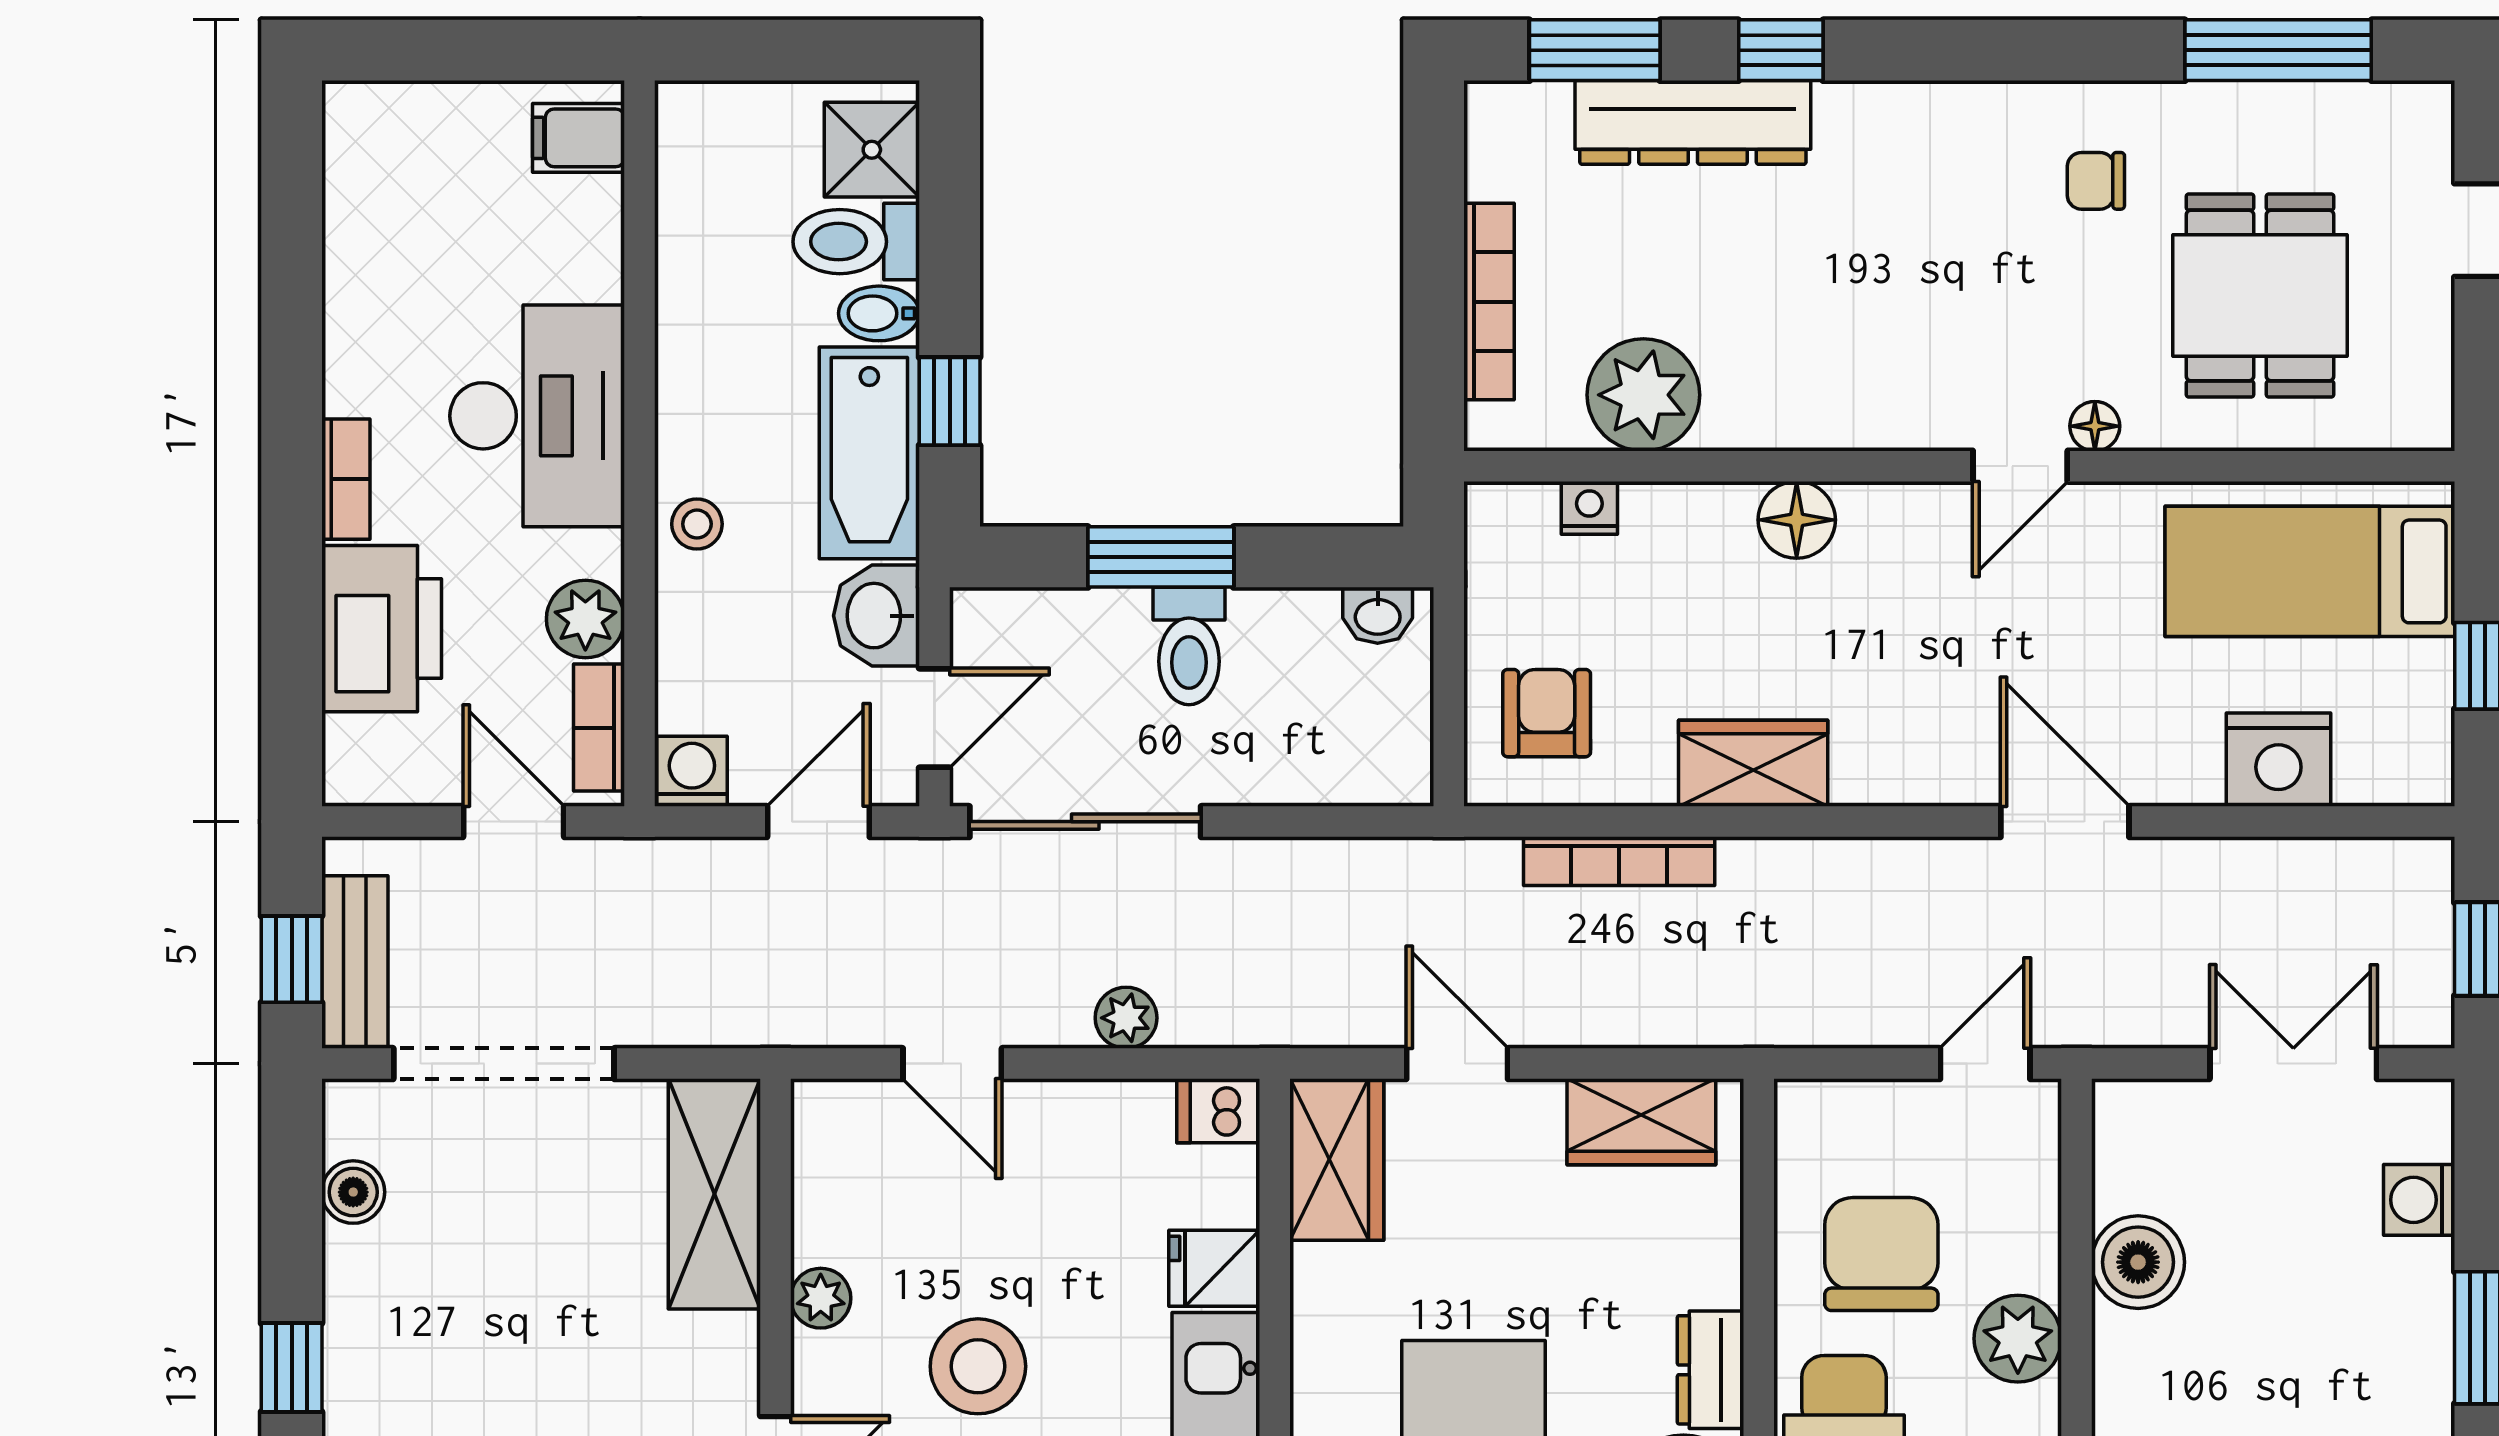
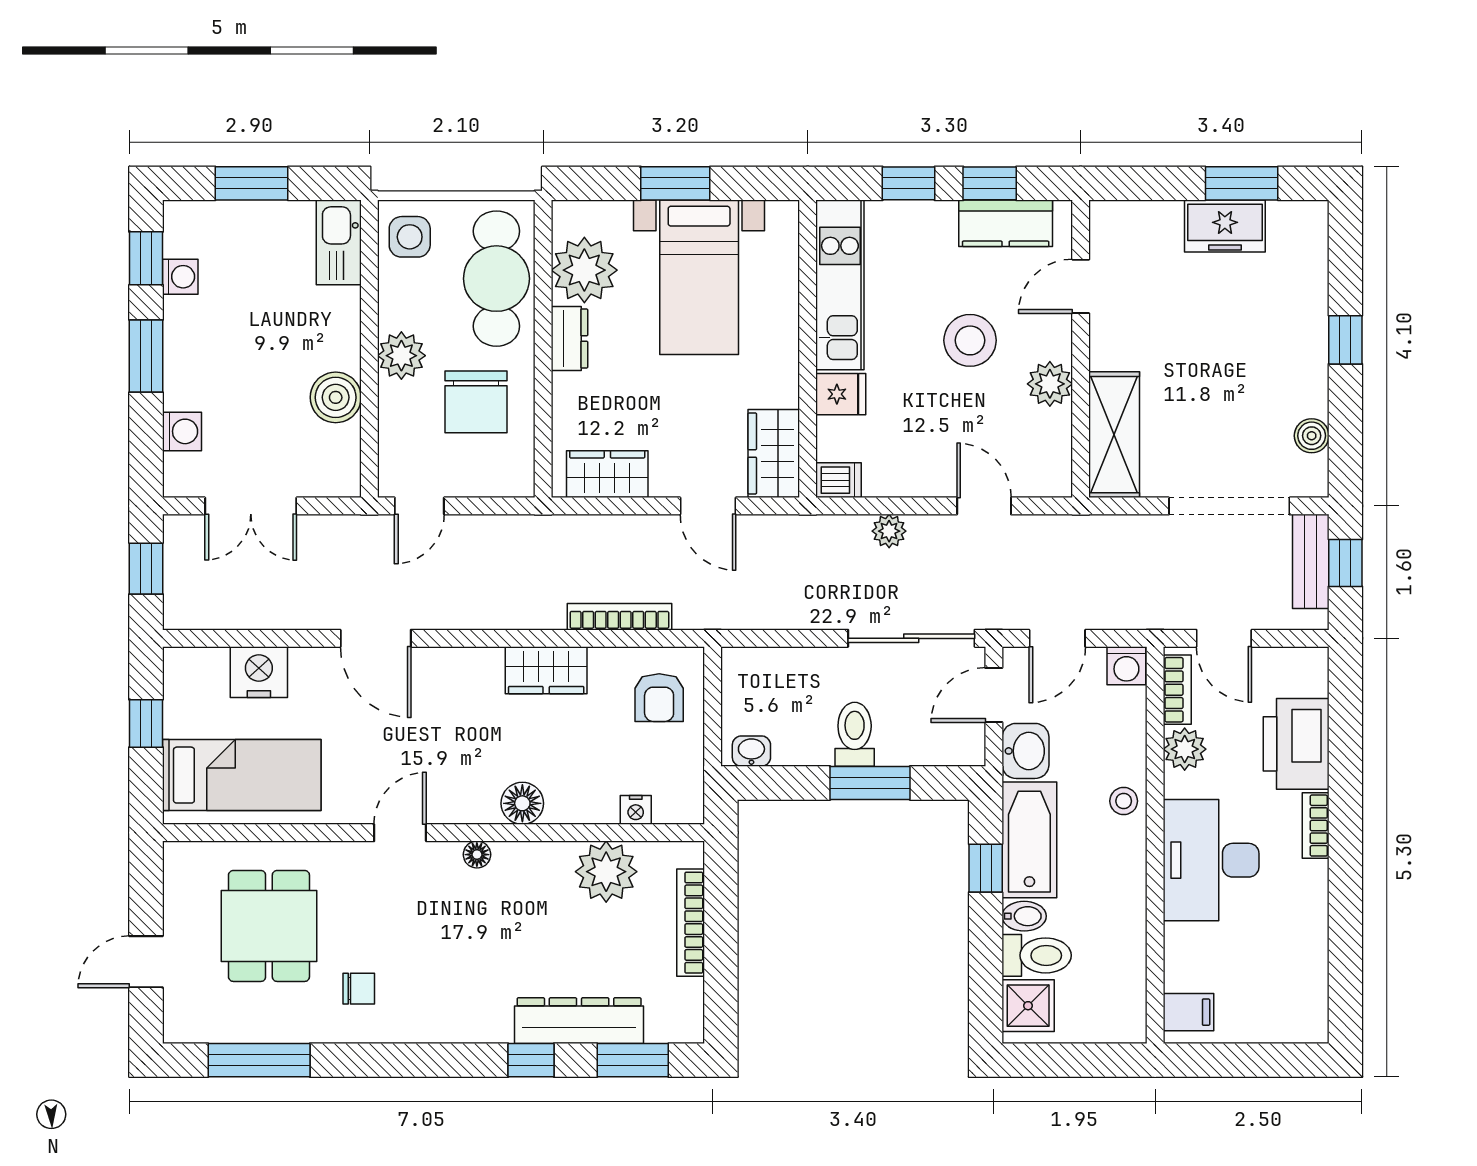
floor lamp: (2095, 426) -> (477, 855), moved
plant: (821, 1298) -> (1050, 384), width x1.38, depth x1.38

